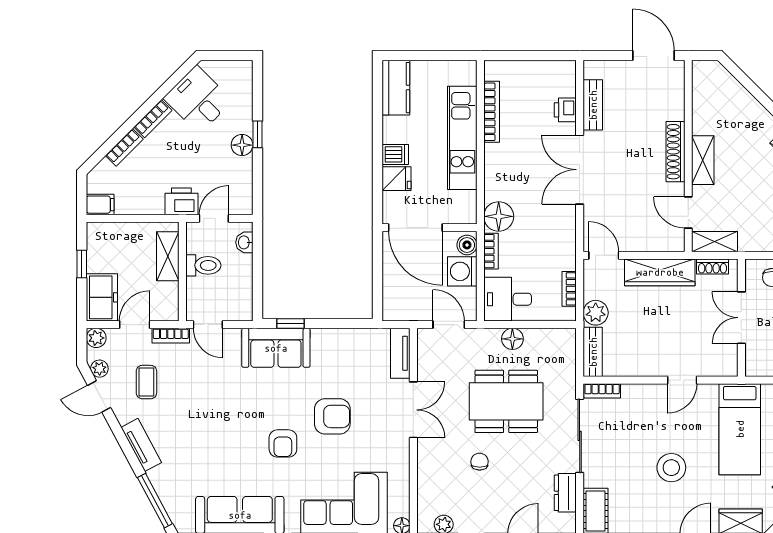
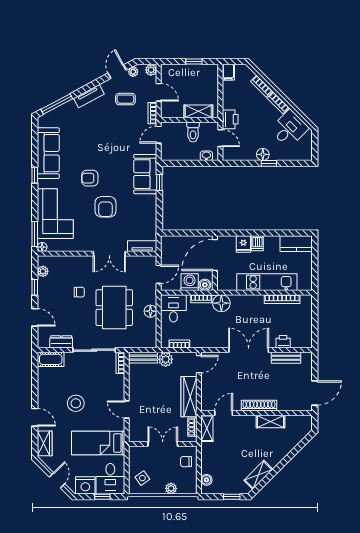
shelving: (703, 160) -> (270, 421), moved
freezer: (102, 297) -> (174, 73), removed

